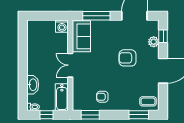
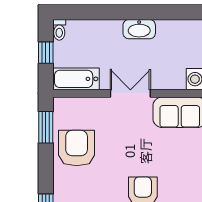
washbasin: (33, 85) -> (139, 29), moved
armchair: (102, 97) -> (77, 148), width x1.88, depth x1.88

